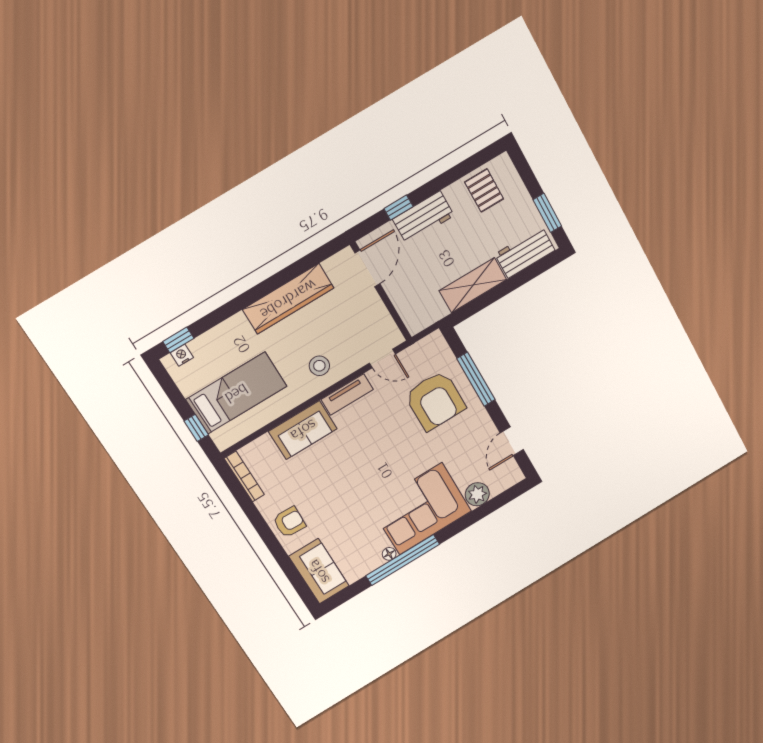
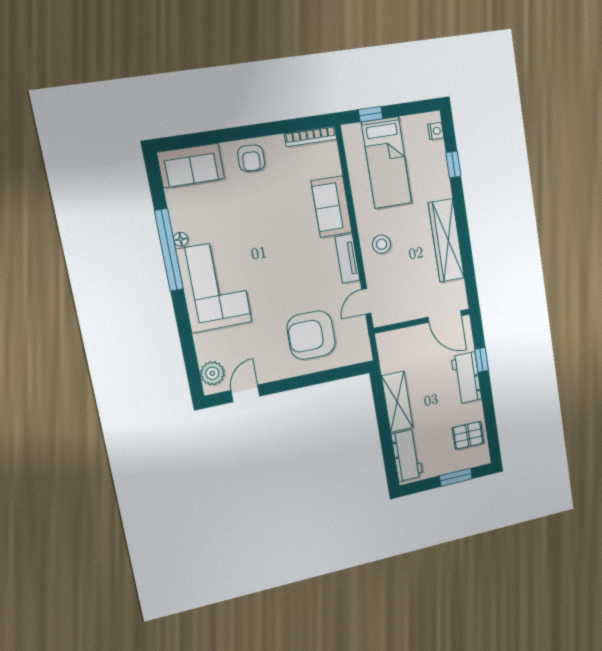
window: (547, 213) -> (456, 477), moved
window: (178, 340) -> (453, 165), moved
window: (476, 379) -> (316, 378), removed
door: (512, 441) -> (245, 393), hinge flipped
plant: (477, 494) -> (212, 373), moved

